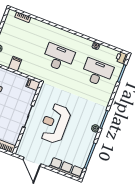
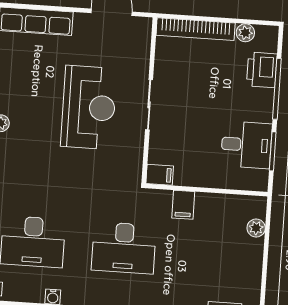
filing cabinet: (15, 64) -> (183, 205), moved

